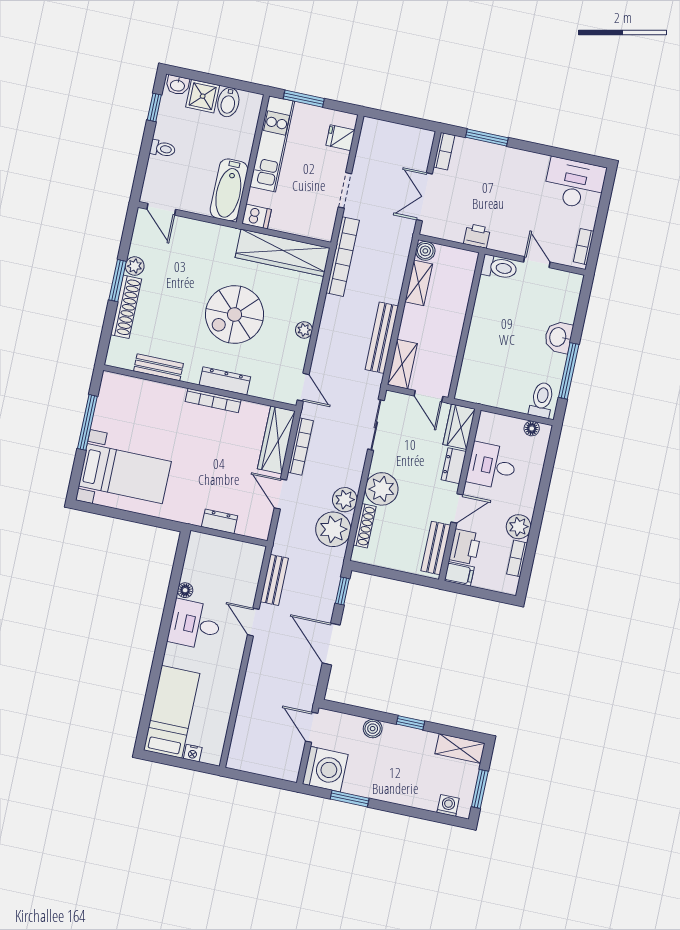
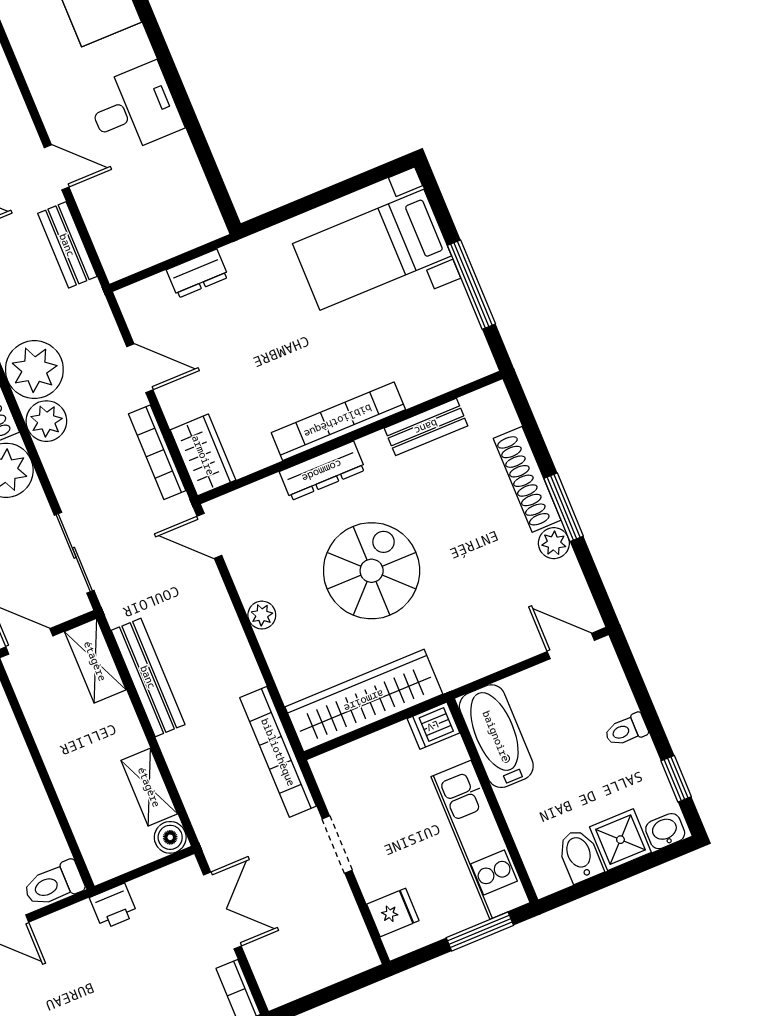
bookcase: (213, 401) -> (338, 421), width x1.48, depth x1.31
wardrobe: (276, 440) -> (203, 455), width x0.67
floor lamp: (185, 590) -> (180, 147), removed

